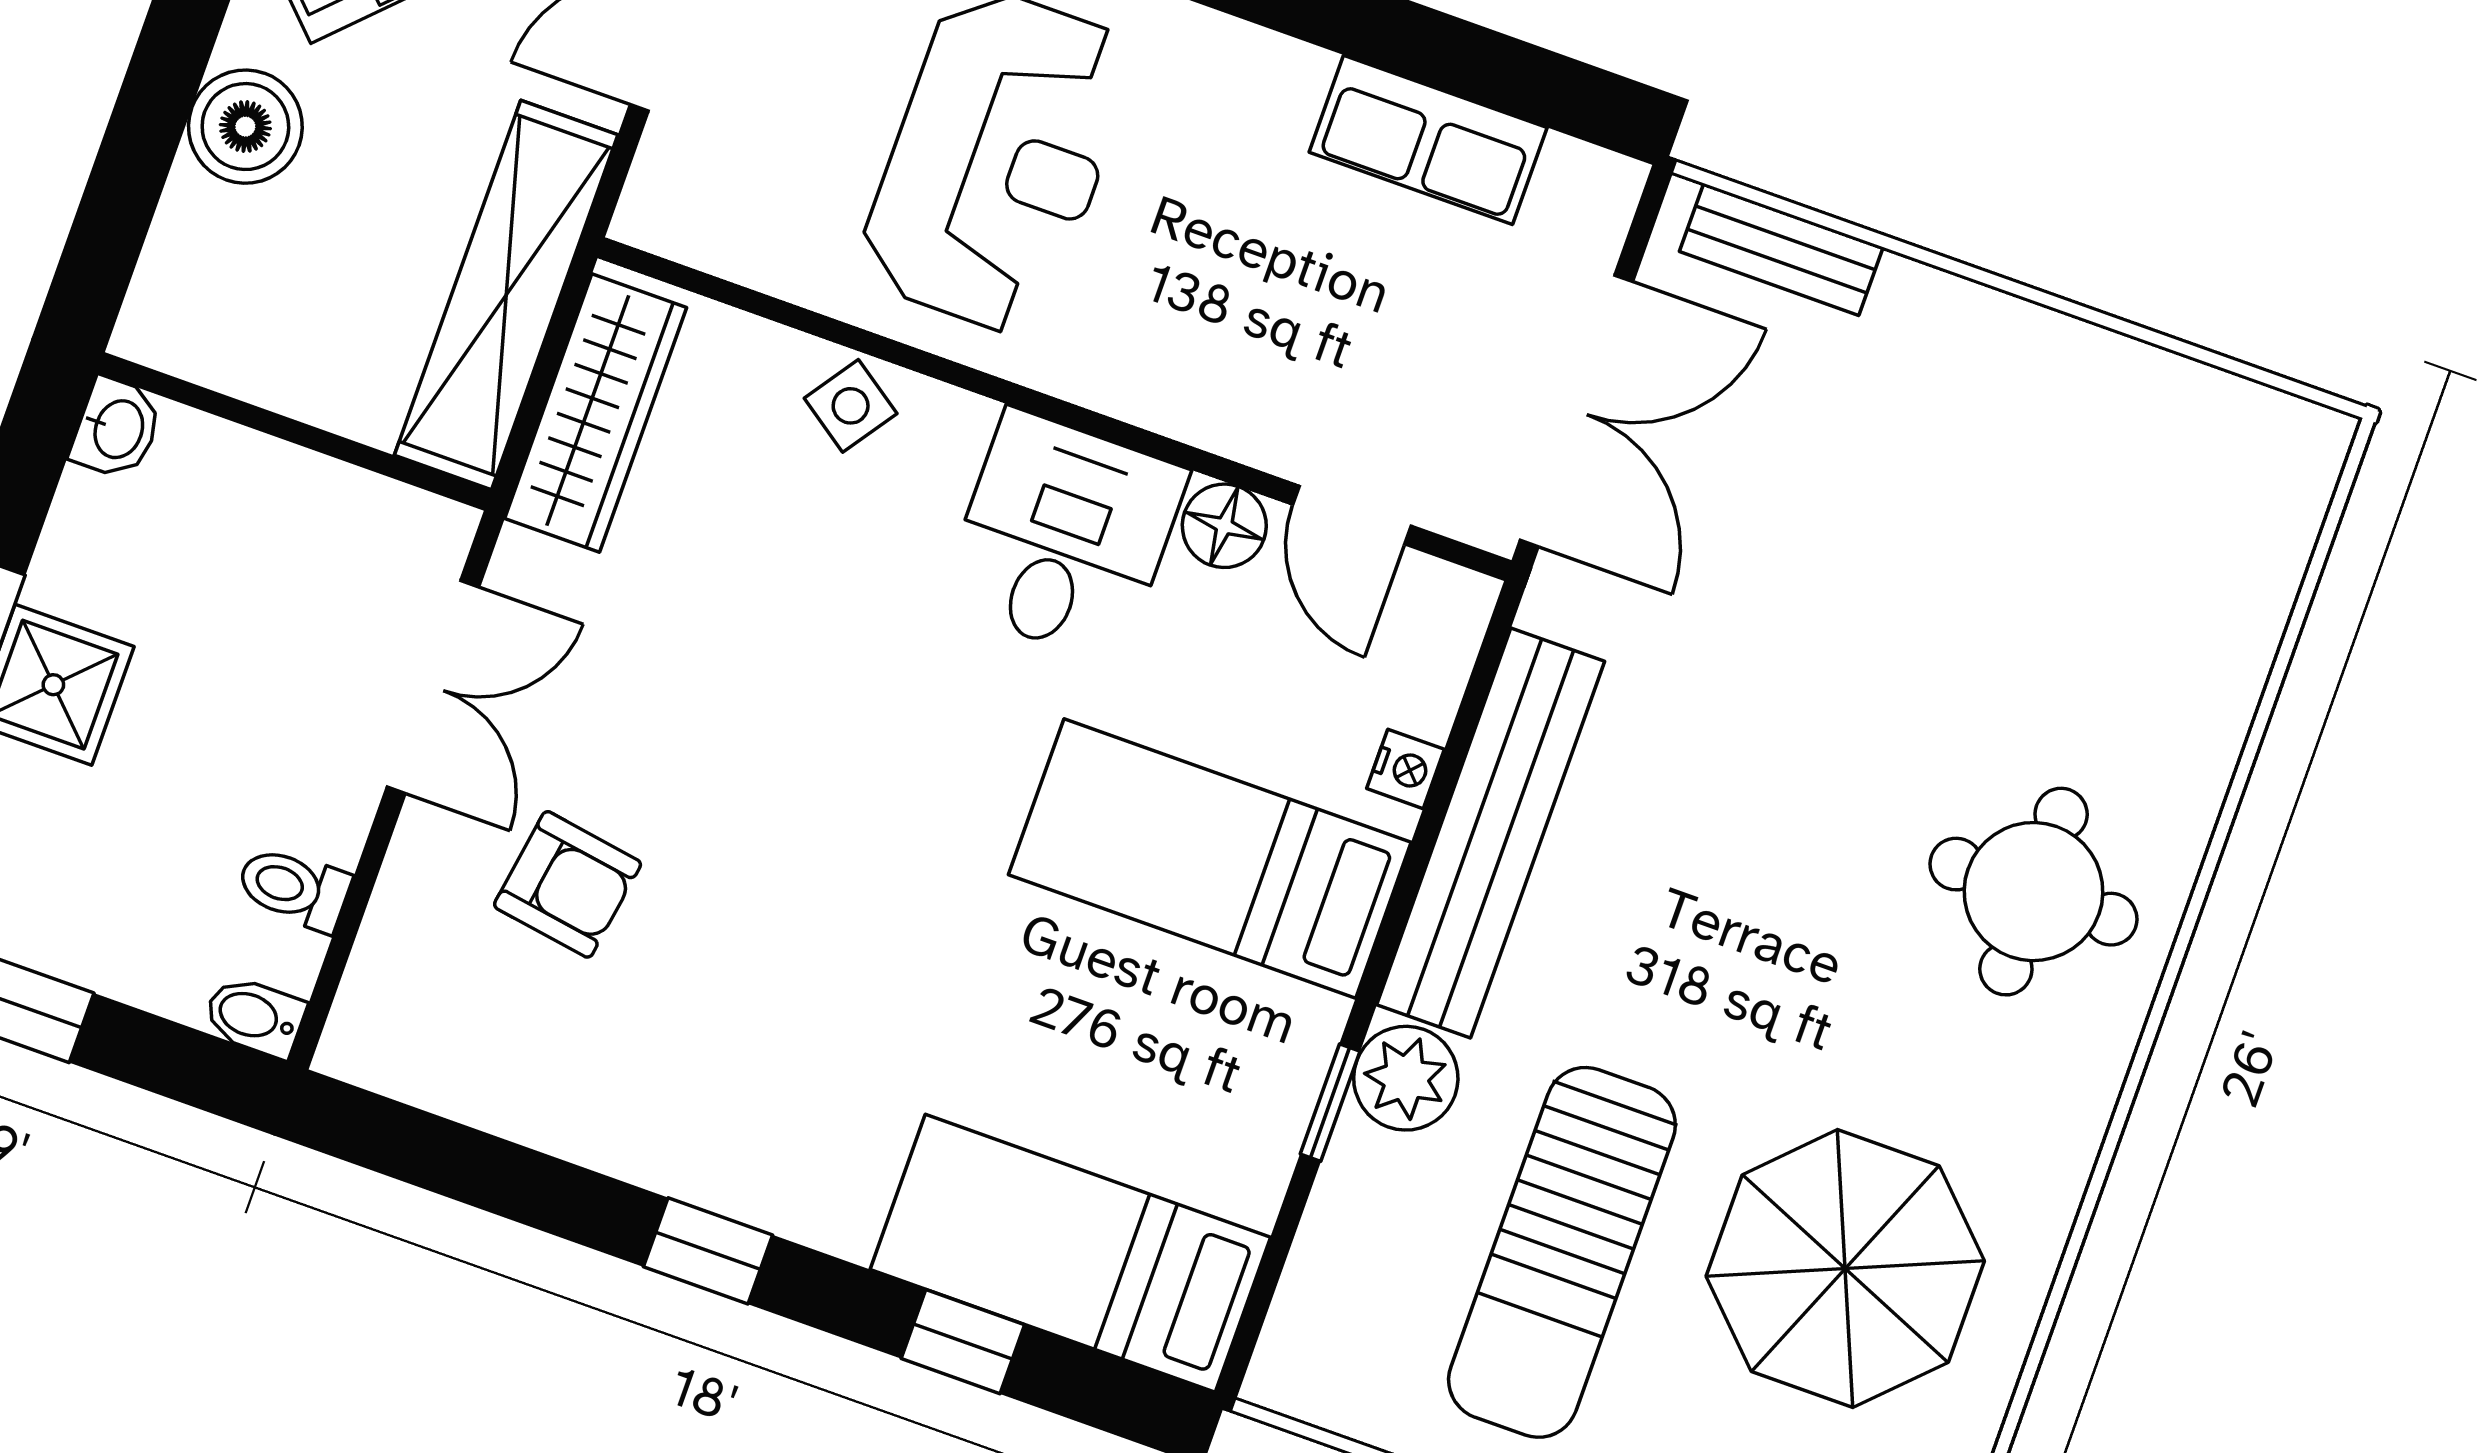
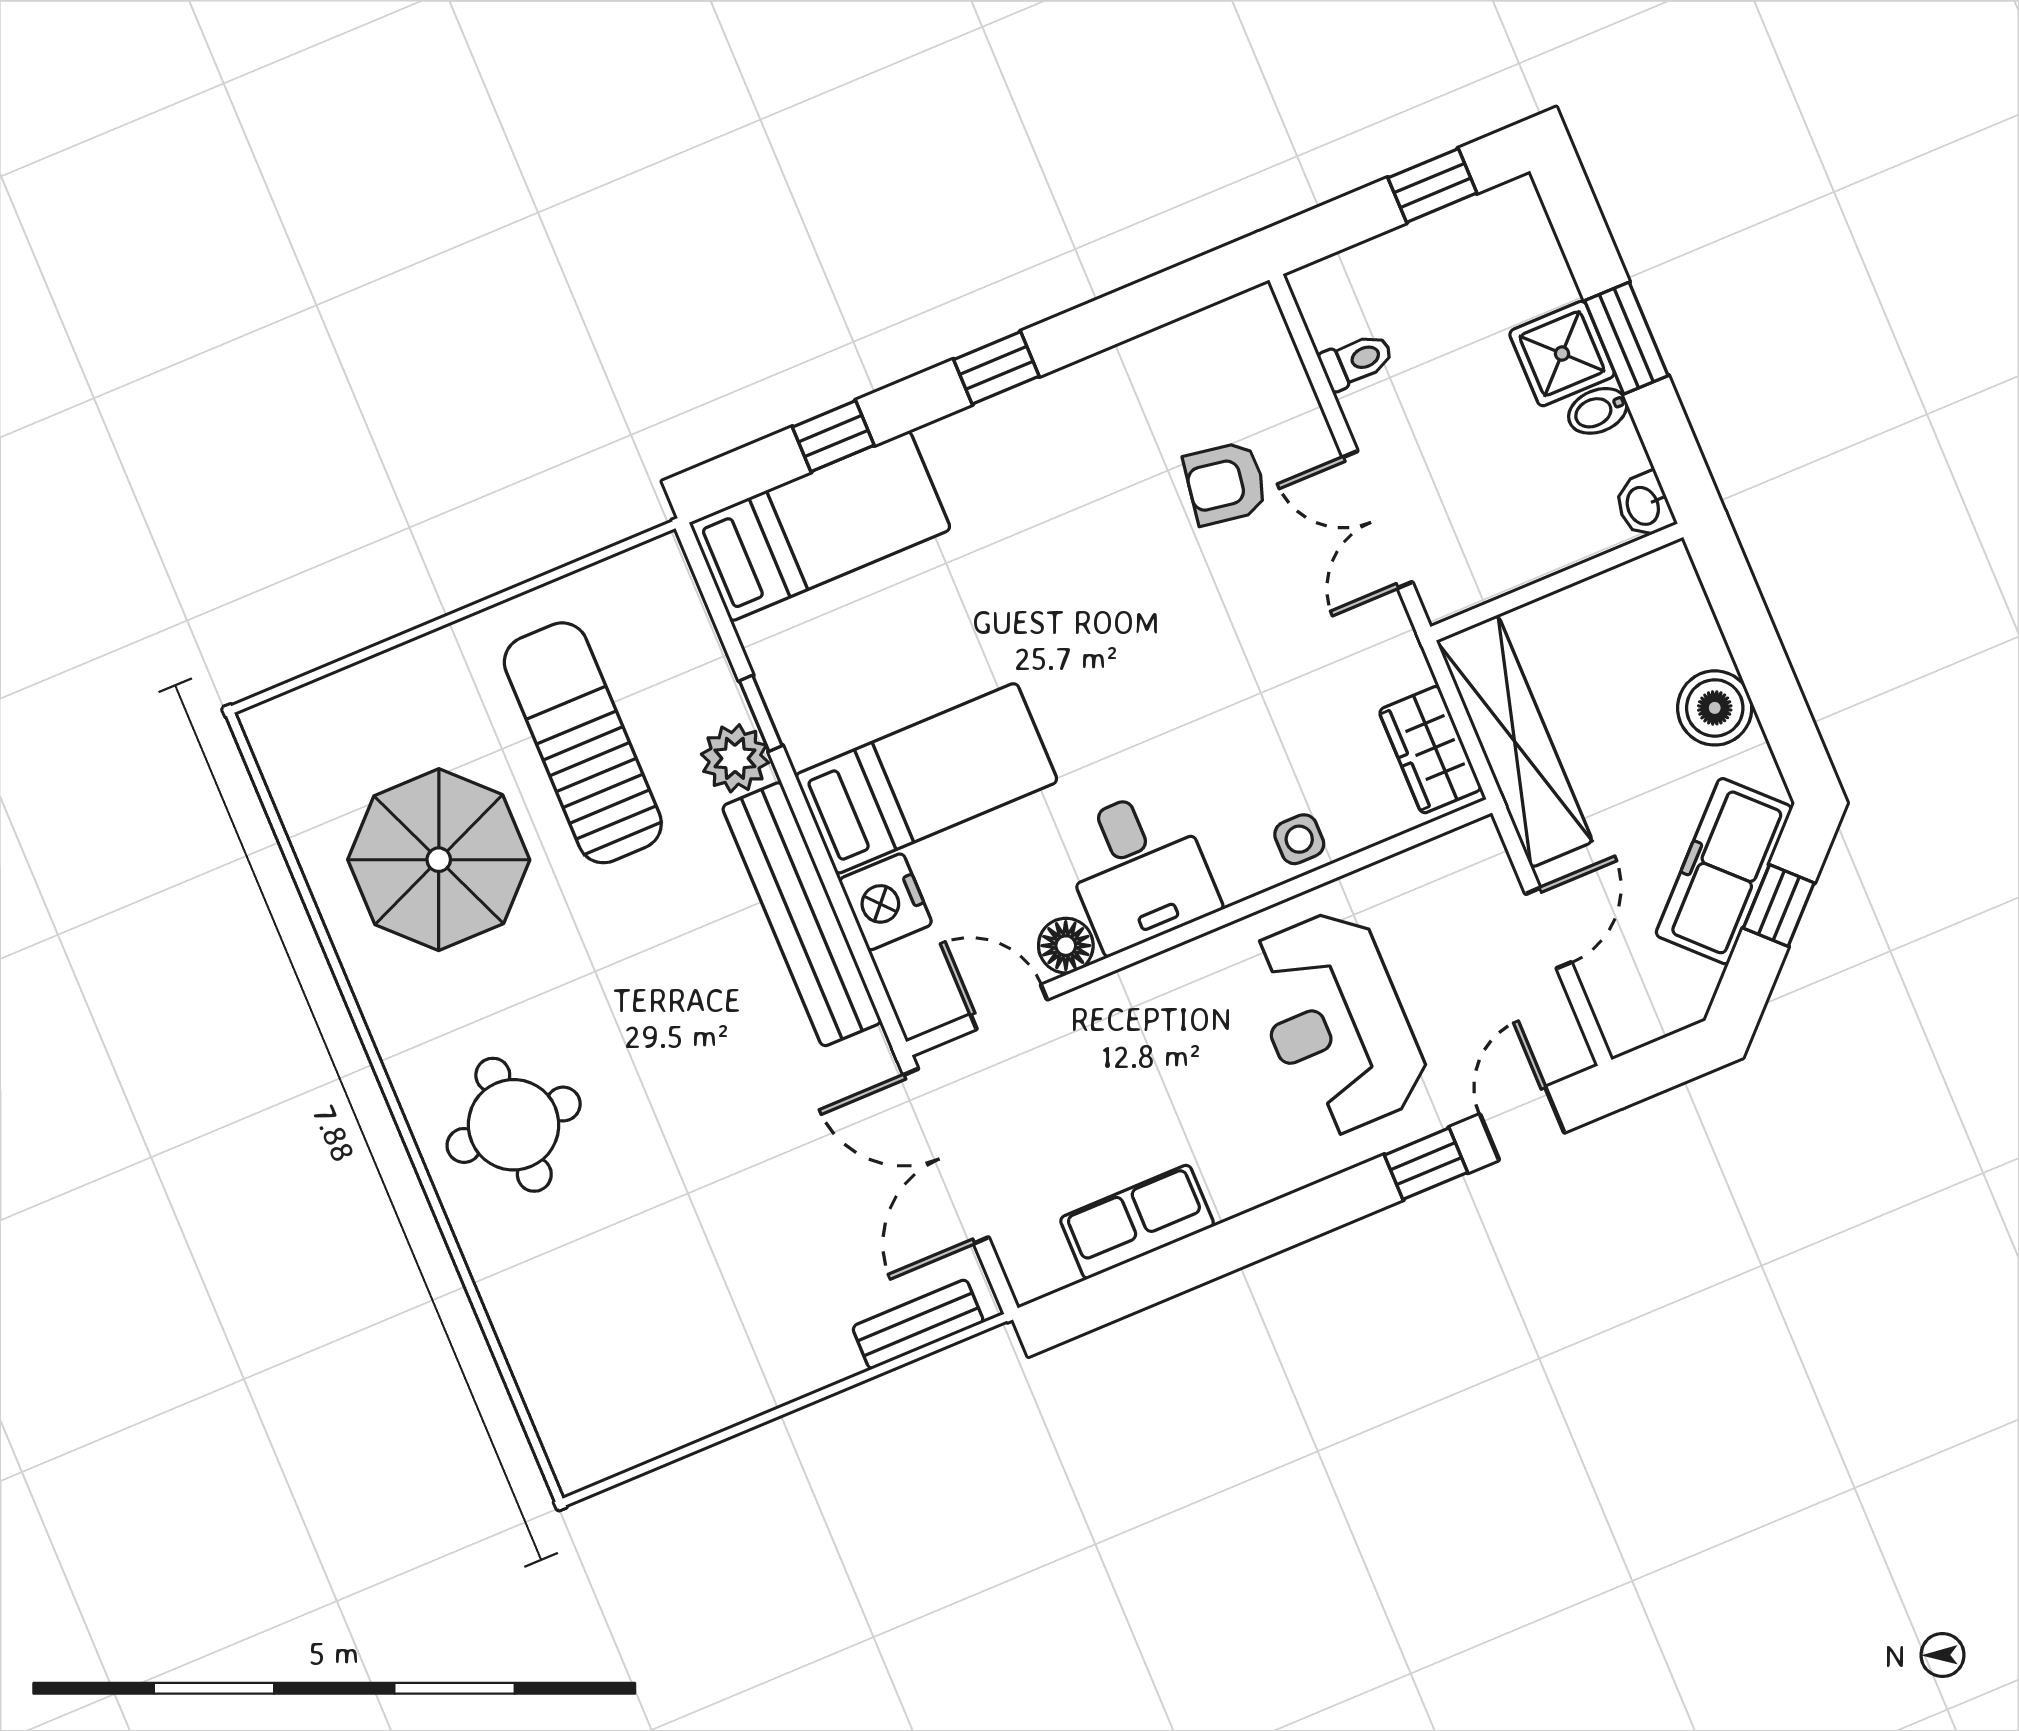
side table: (851, 406) -> (1299, 839), turned -35
wardrobe: (596, 413) -> (1430, 750), width x0.67
nightstand: (1405, 769) -> (886, 902), width x1.89, depth x1.79
bidet: (254, 1017) -> (1598, 411), moved, turned 180

